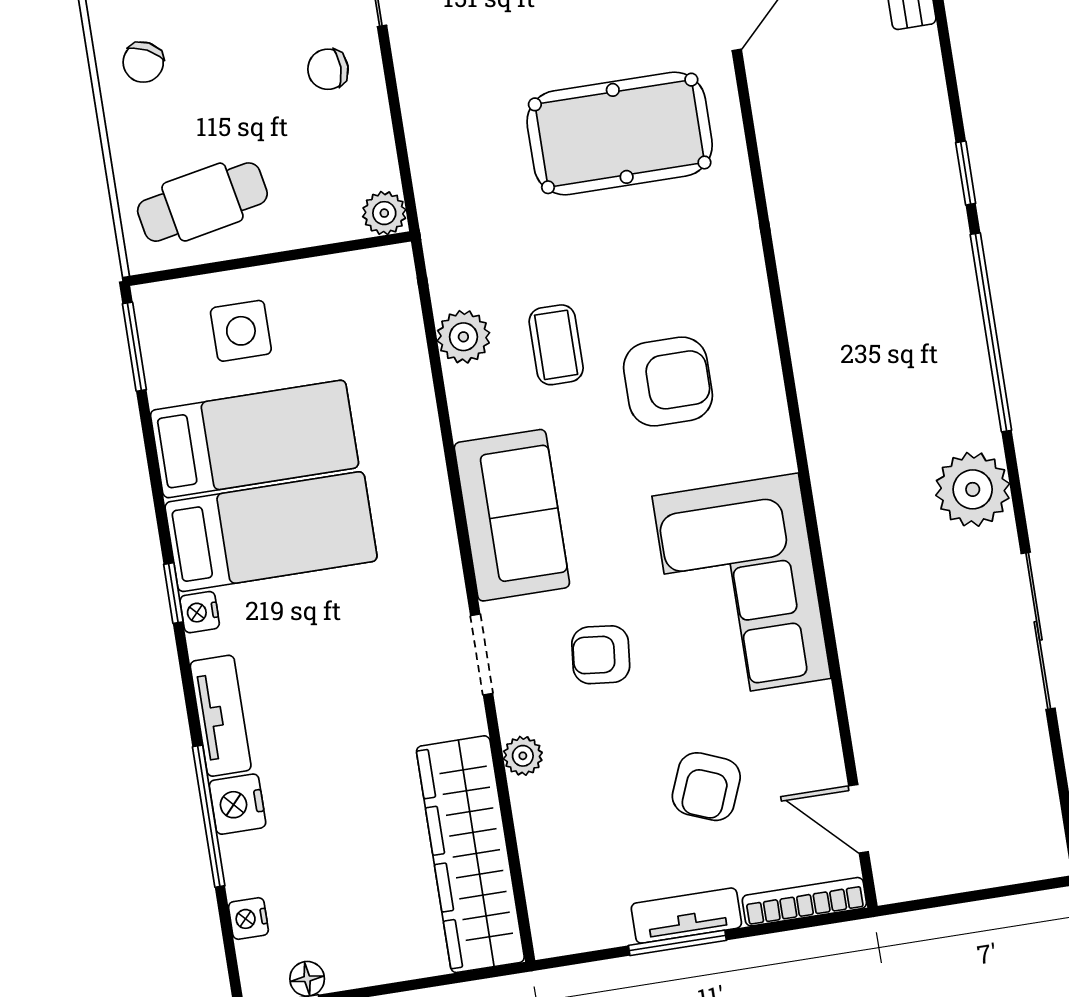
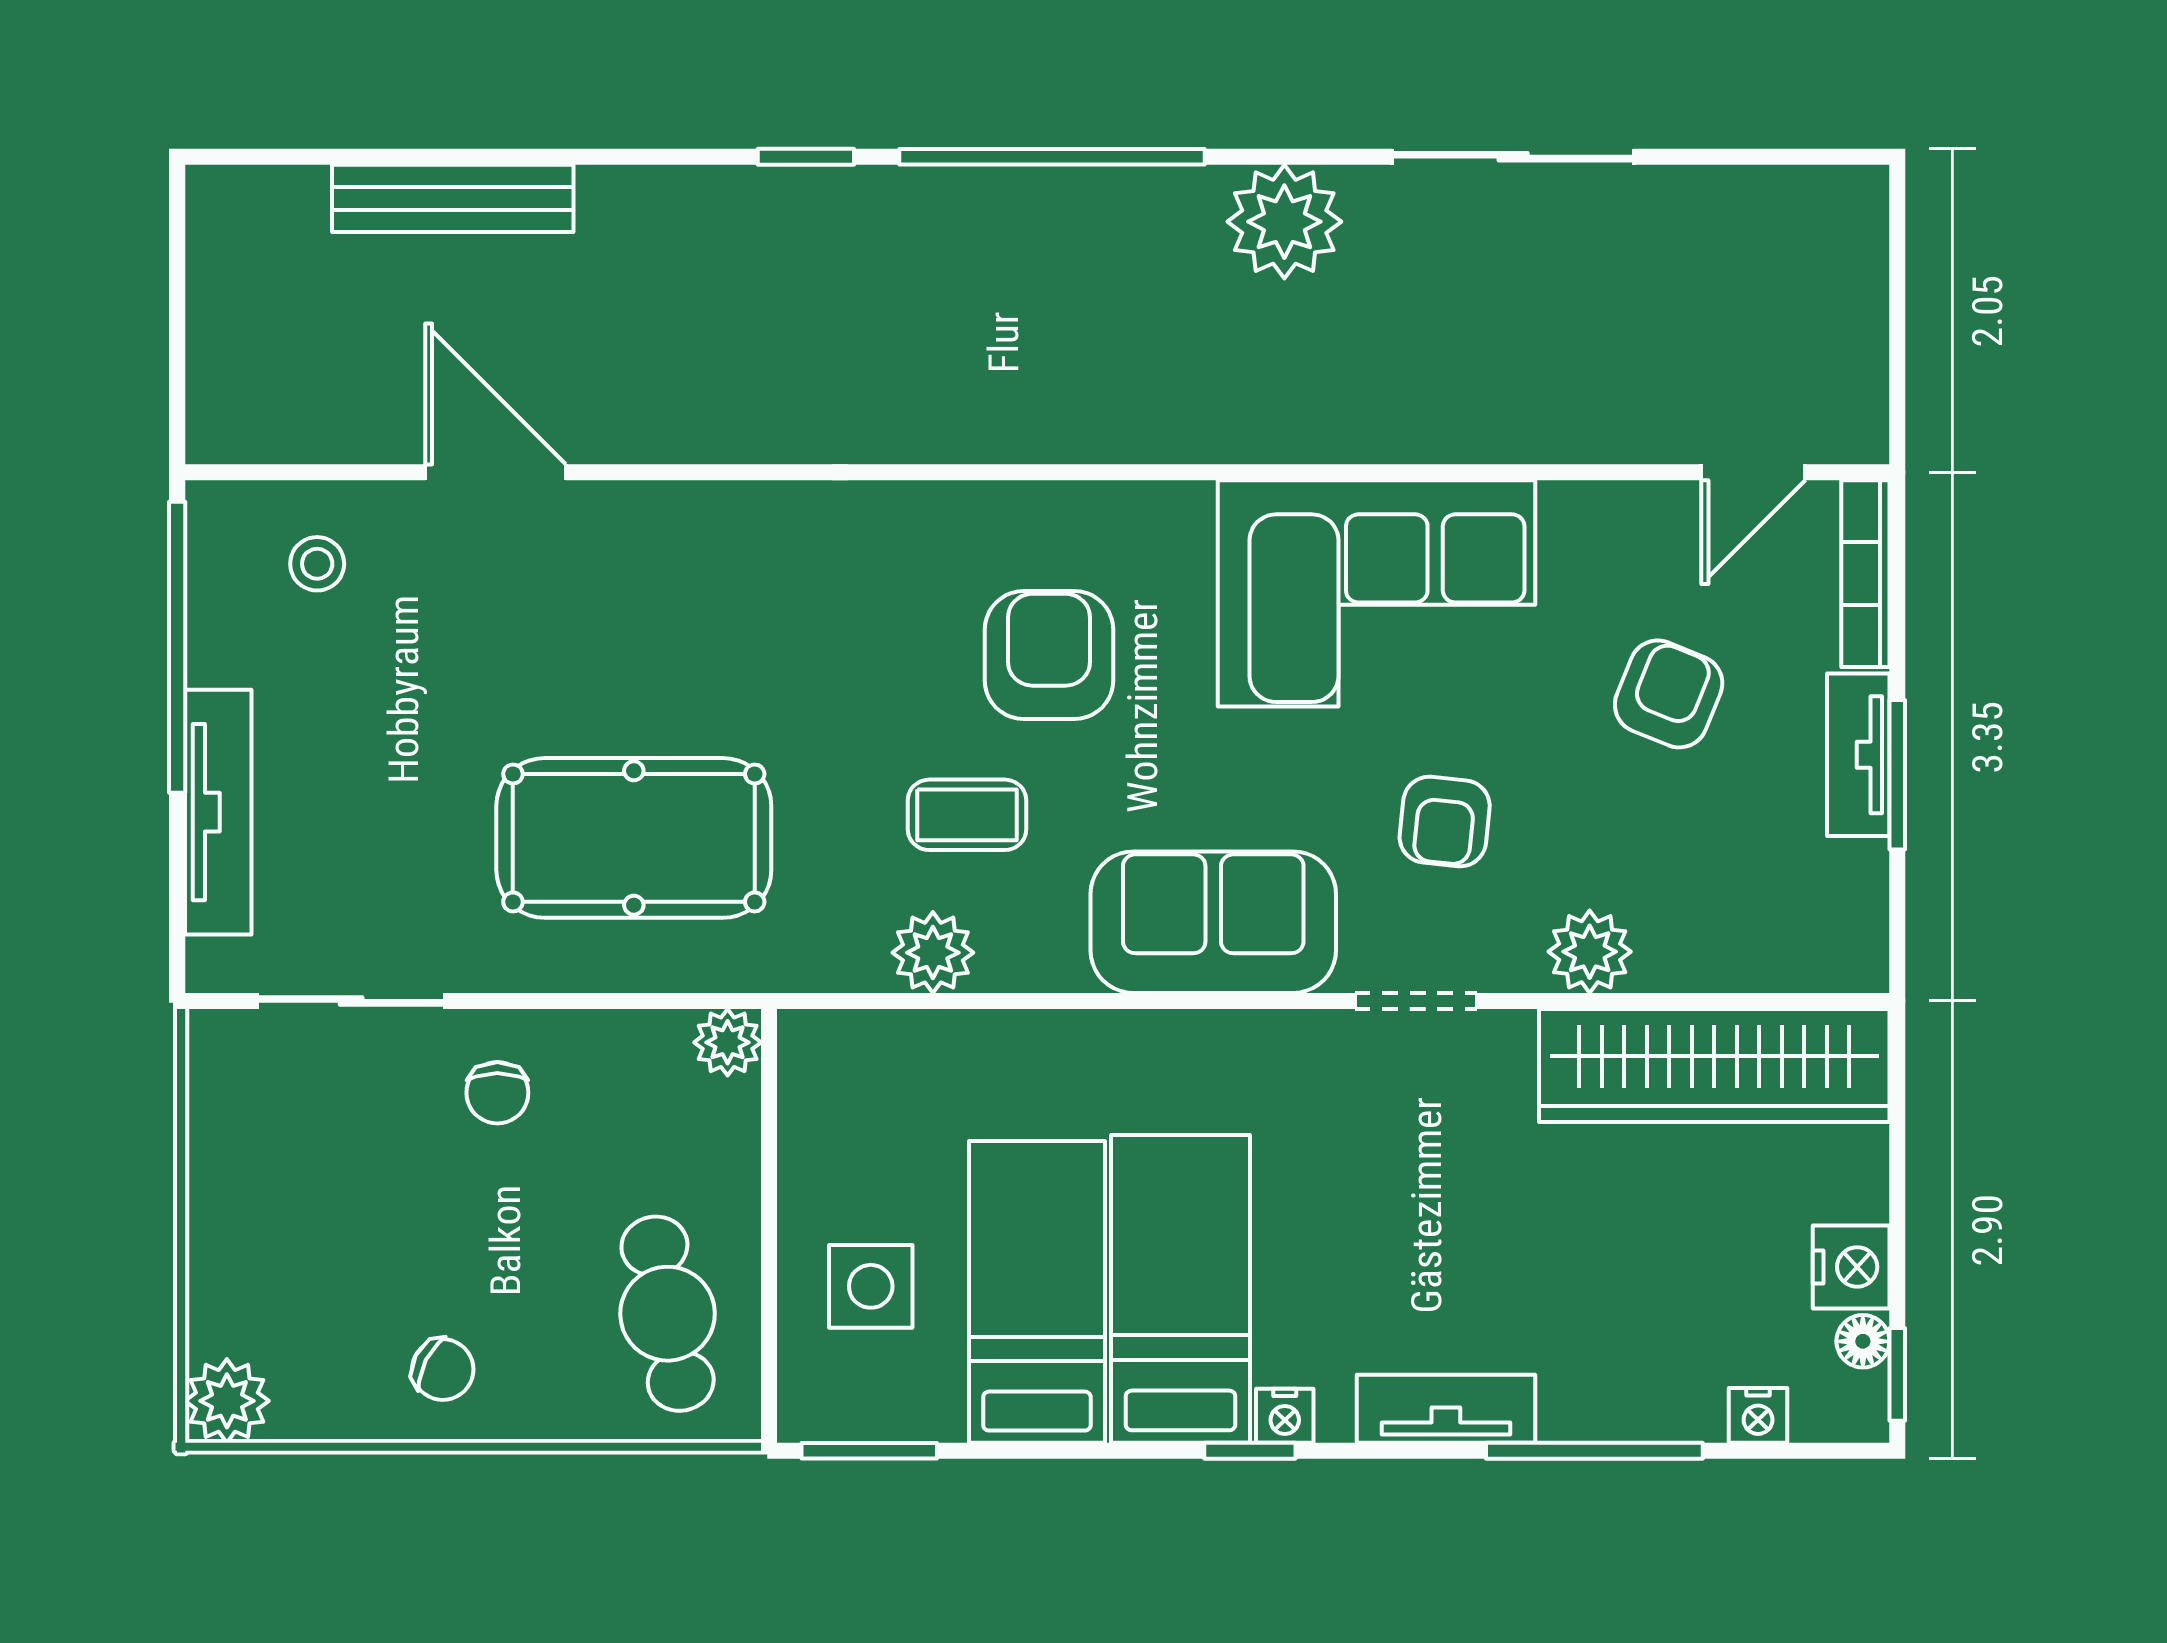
pool table: (620, 133) -> (634, 838), moved, turned 90
plant: (523, 756) -> (1590, 952), width x1.38, depth x1.38
armchair: (706, 787) -> (1669, 694), turned -90
nightstand: (237, 804) -> (1851, 1267), moved, turned -90

